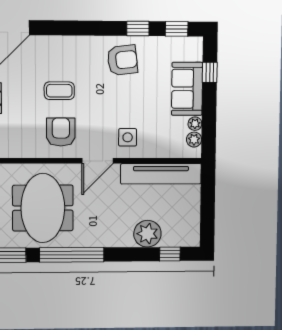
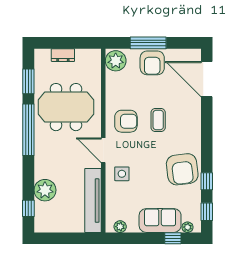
armchair: (122, 60) -> (182, 169), width x1.36, depth x1.36
plant: (195, 124) -> (187, 227), moved

